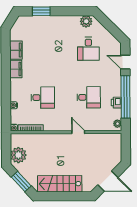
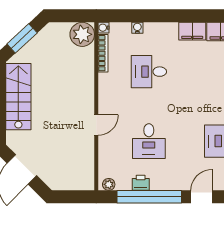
desk: (43, 98) -> (149, 72), turned 90
plant: (18, 155) -> (82, 34), moved

